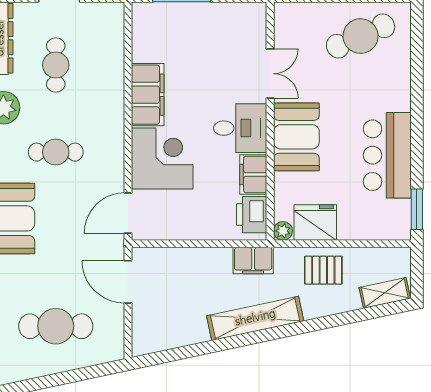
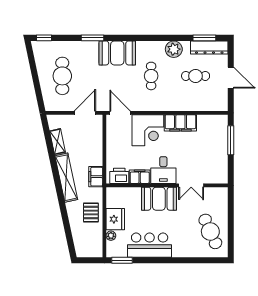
fridge: (315, 222) -> (115, 219), moved
plant: (283, 231) -> (111, 236), moved
shelving: (385, 293) -> (58, 142), moved

